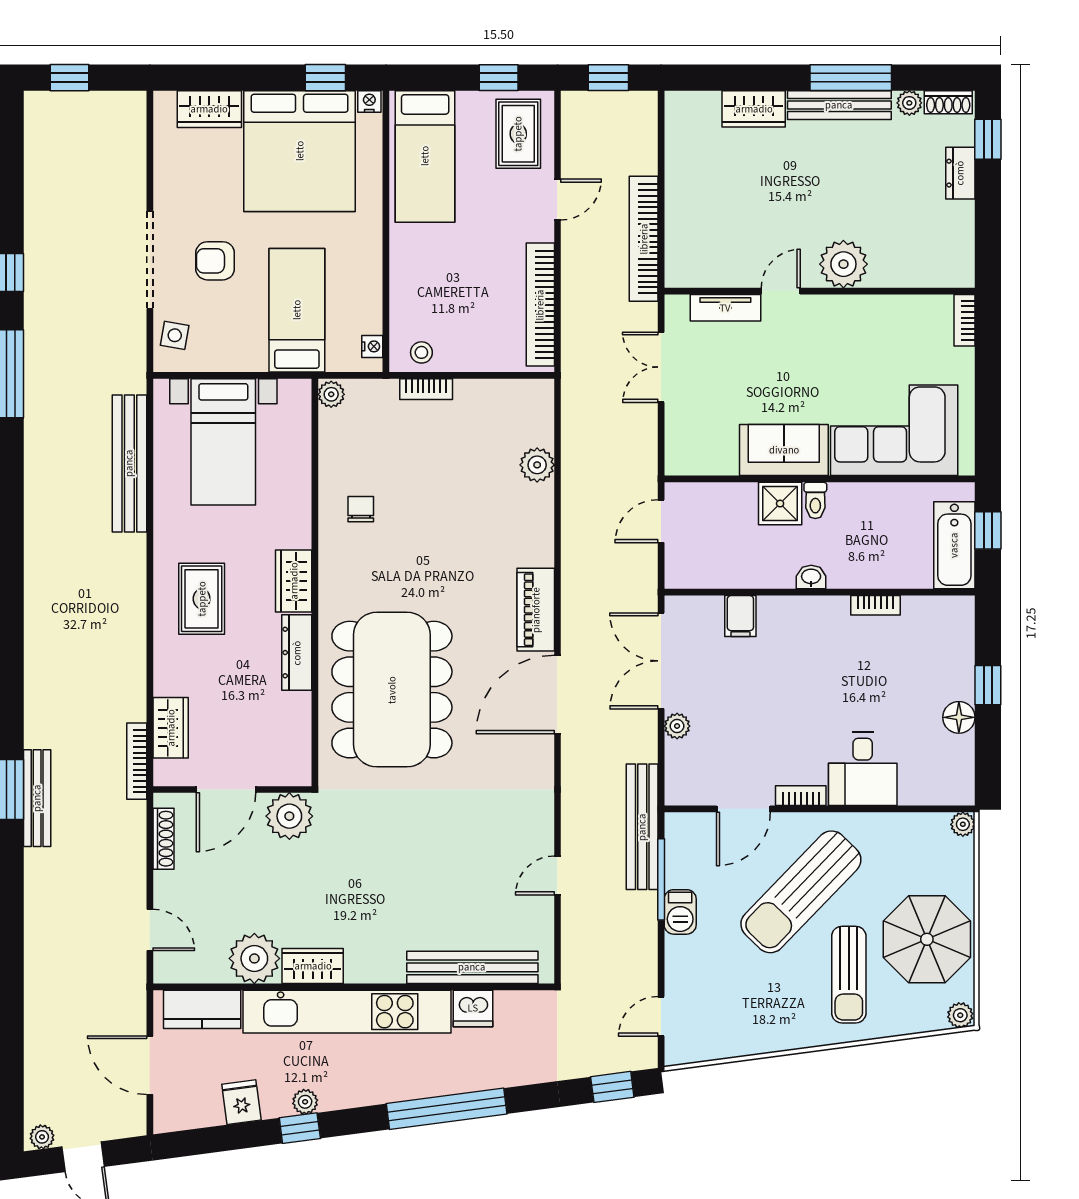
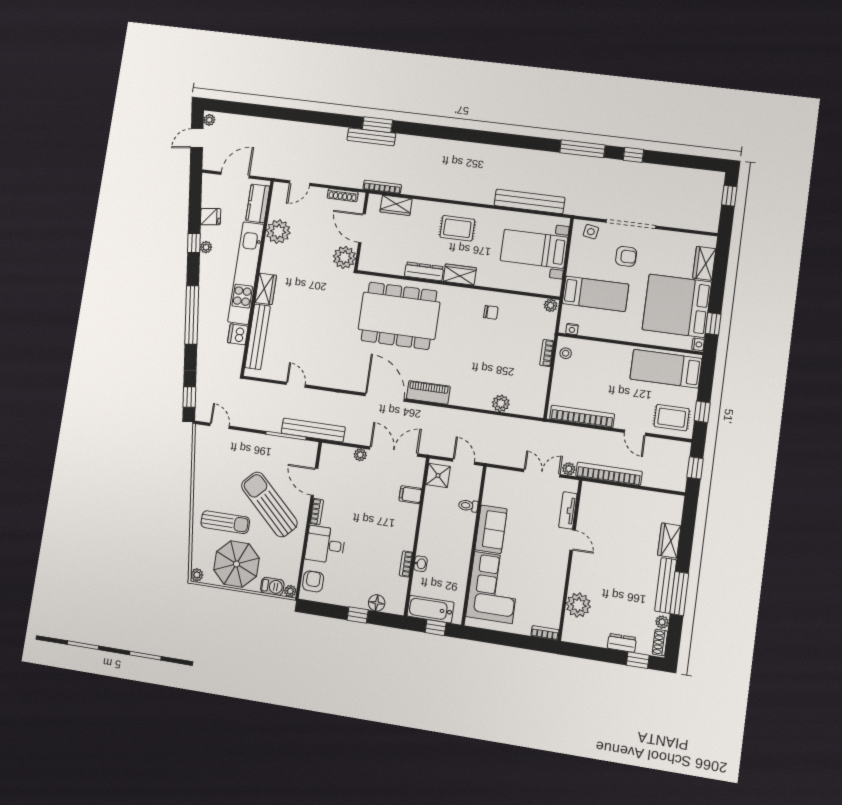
armchair: (215, 261) -> (626, 256), turned 90
plant: (843, 264) -> (578, 605), moved
plant: (645, 317) -> (569, 469), added
toilet: (815, 500) -> (468, 506), moved
shower: (780, 504) -> (438, 475), moved
washbasin: (811, 577) -> (421, 564), moved
floor lamp: (959, 717) -> (377, 603), moved
armchair: (937, 782) -> (313, 581), added
barbecue: (680, 912) -> (272, 586), moved, turned 180
wardrobe: (313, 966) -> (266, 289), moved
sun lounger: (849, 975) -> (225, 522), turned 180

